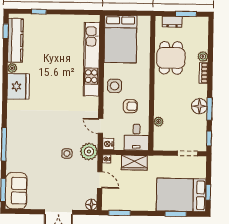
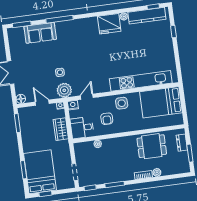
floor lamp: (199, 106) -> (116, 176), removed
door: (100, 180) -> (42, 103), swing flipped
sofa: (16, 191) -> (40, 33), moved

